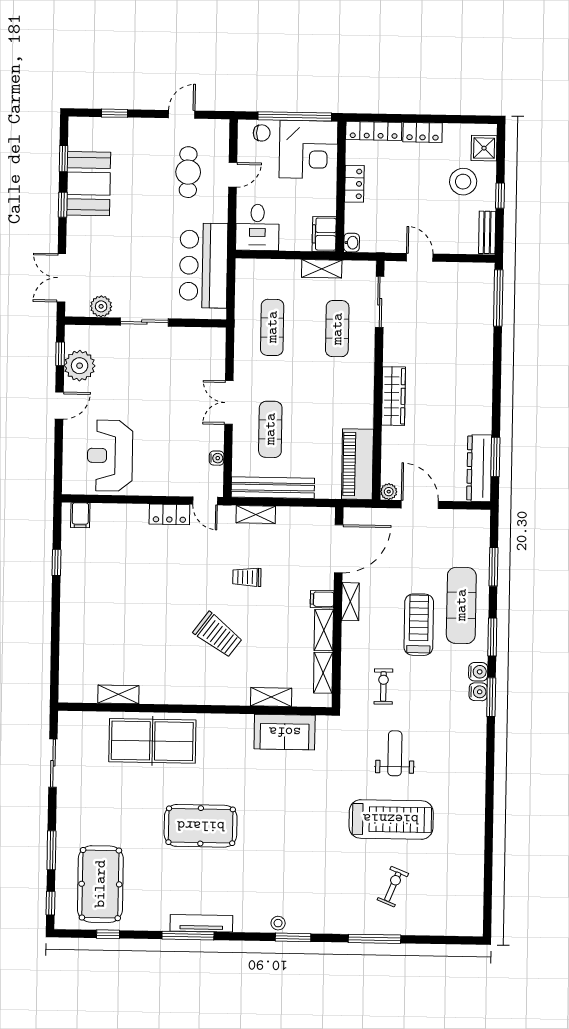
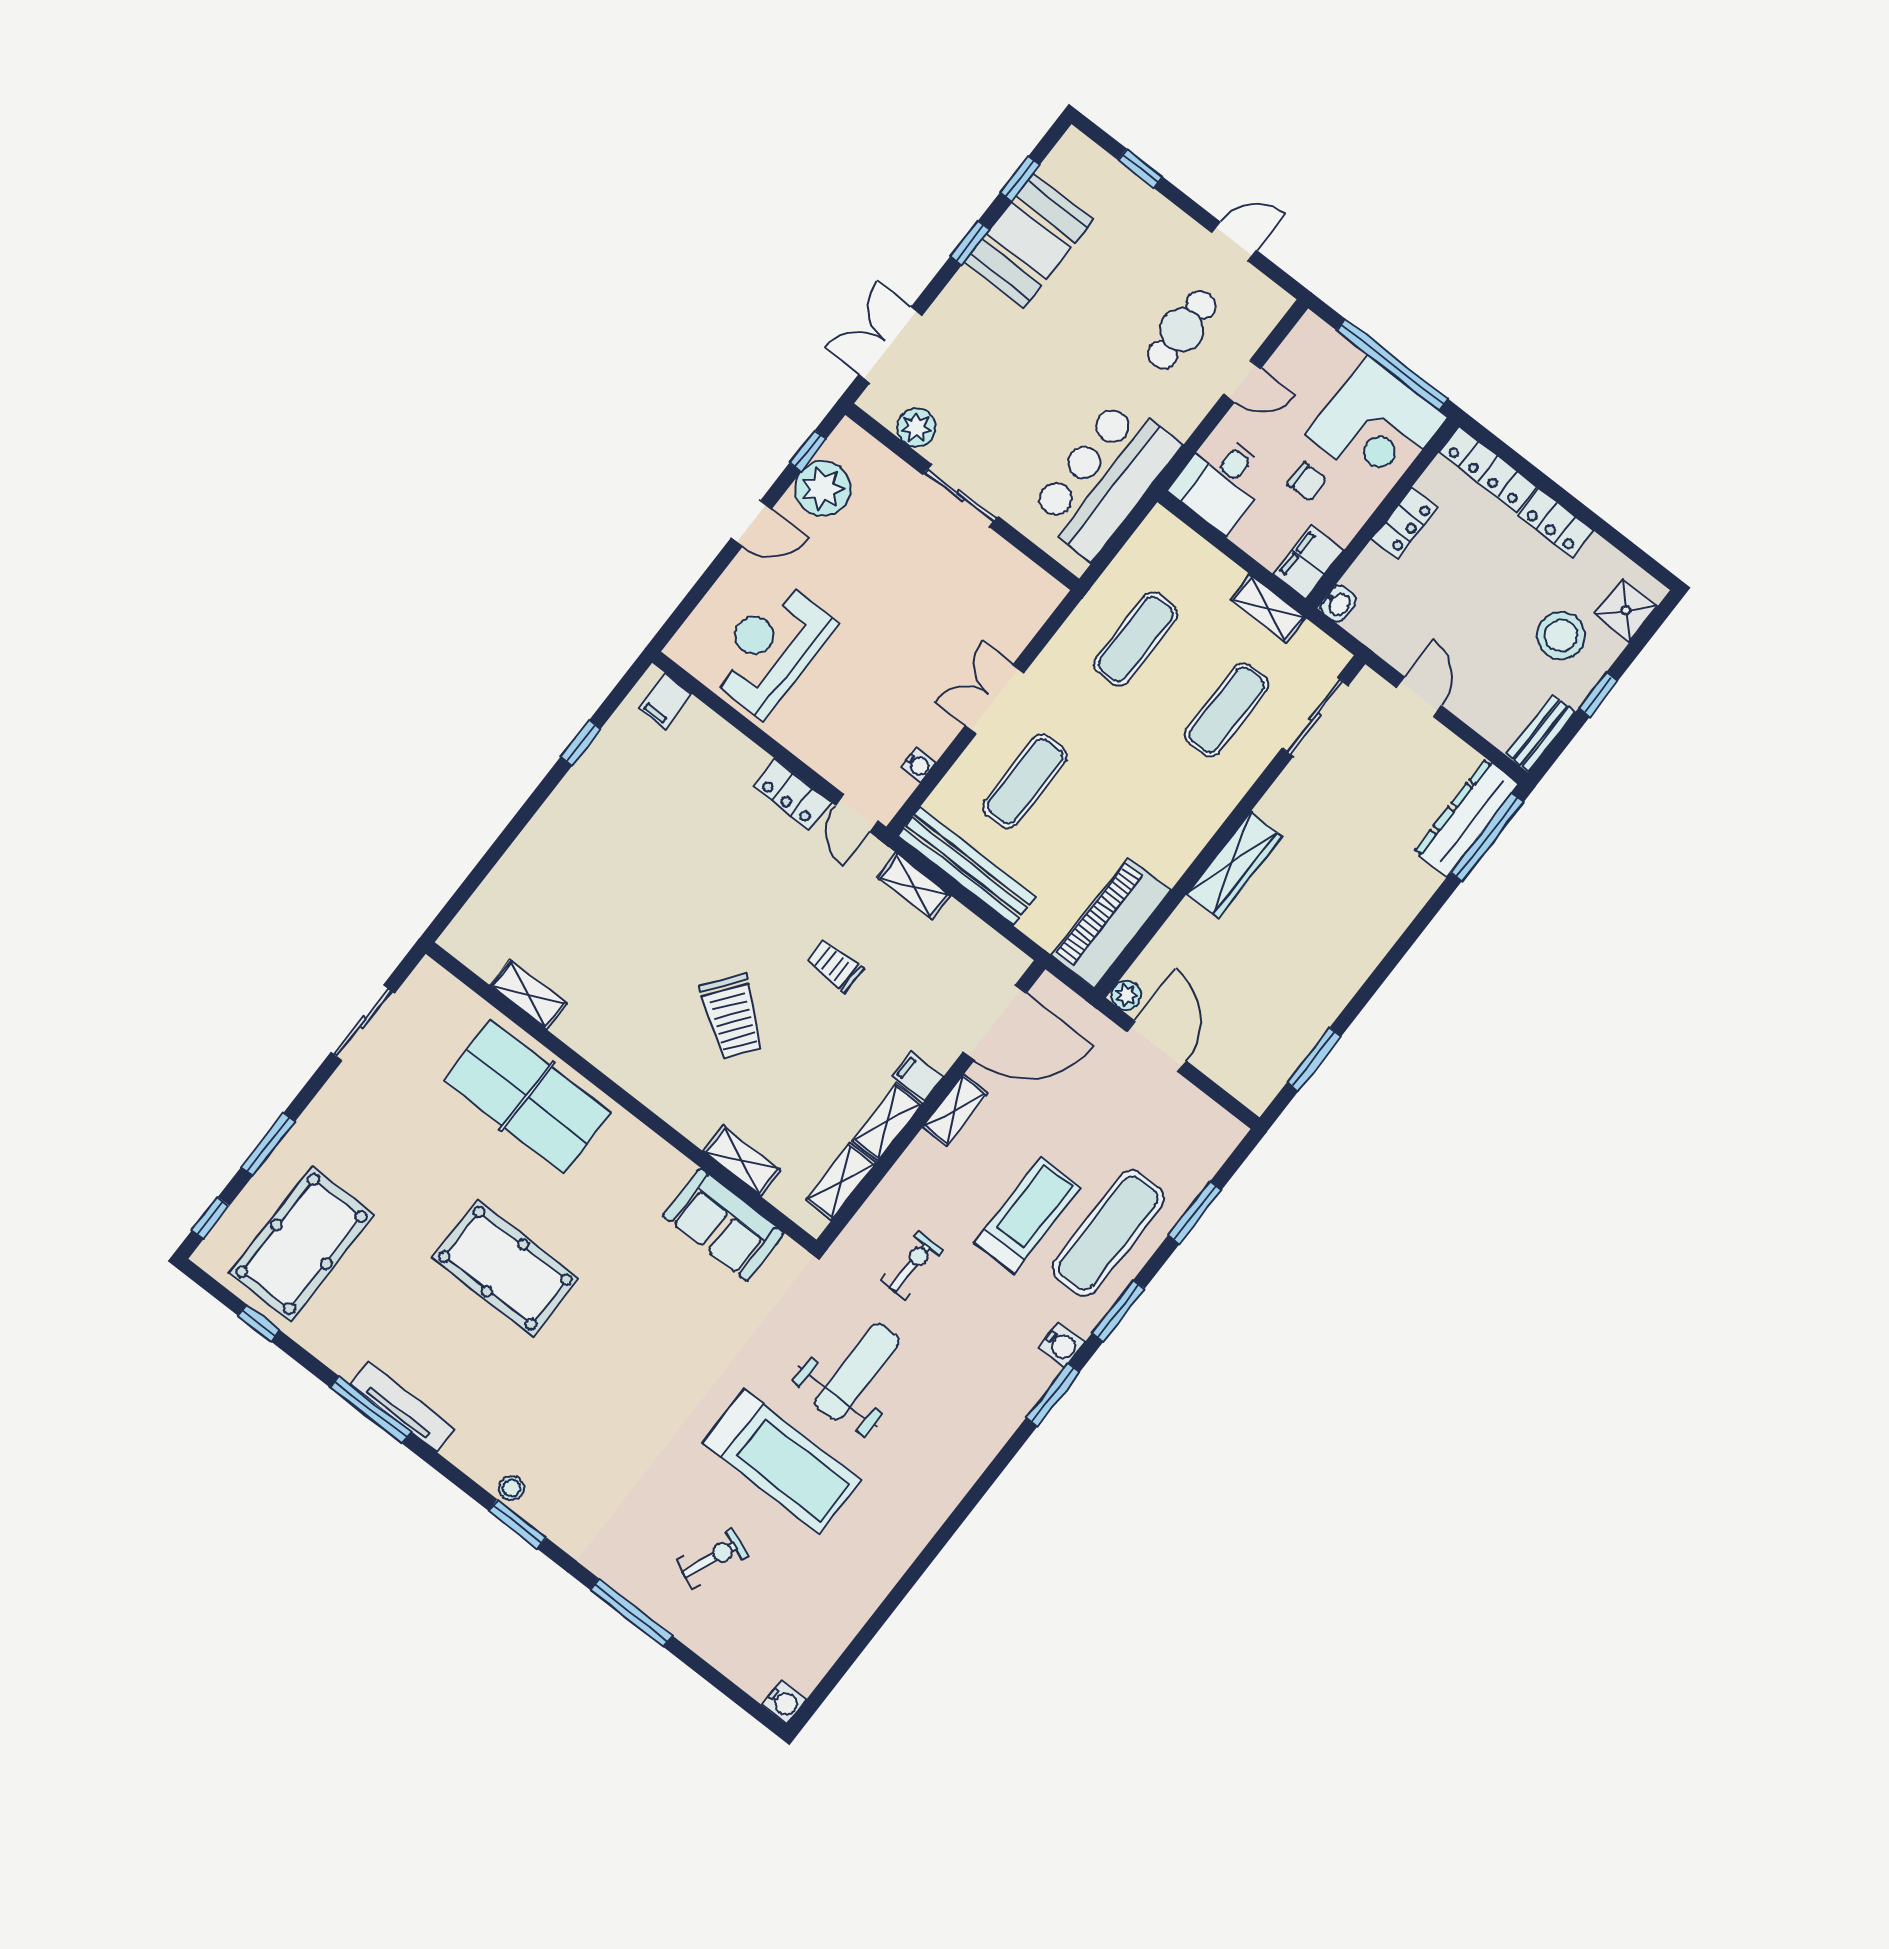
chair: (262, 133) -> (1307, 482), moved
dresser: (479, 468) -> (1466, 818), moved
water cooler: (478, 692) -> (784, 1702), moved
weight bench: (395, 753) -> (857, 1372), width x1.36, depth x1.33

